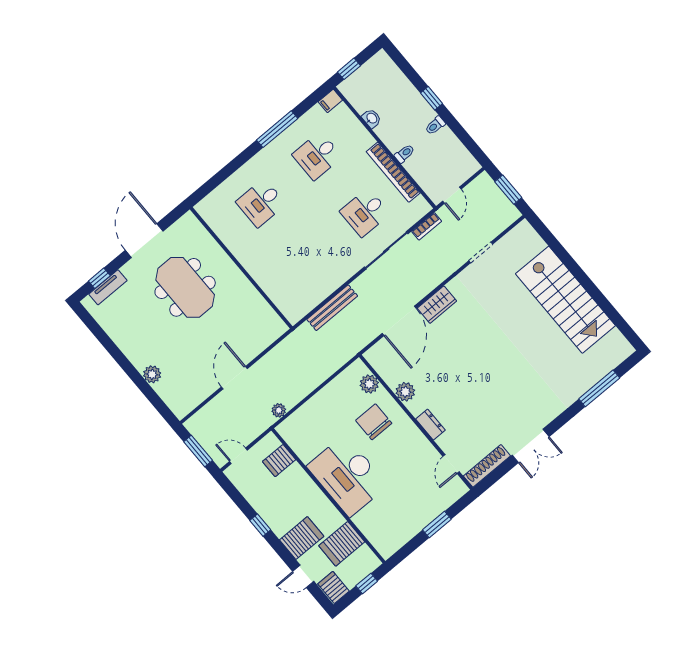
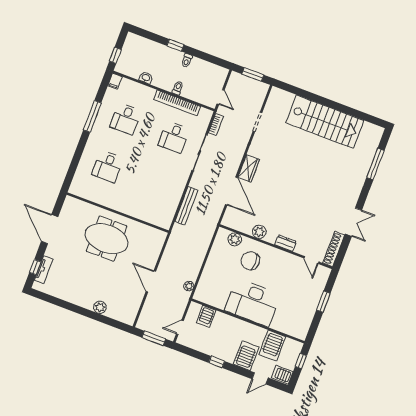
meeting table: (185, 287) -> (107, 239), moved

